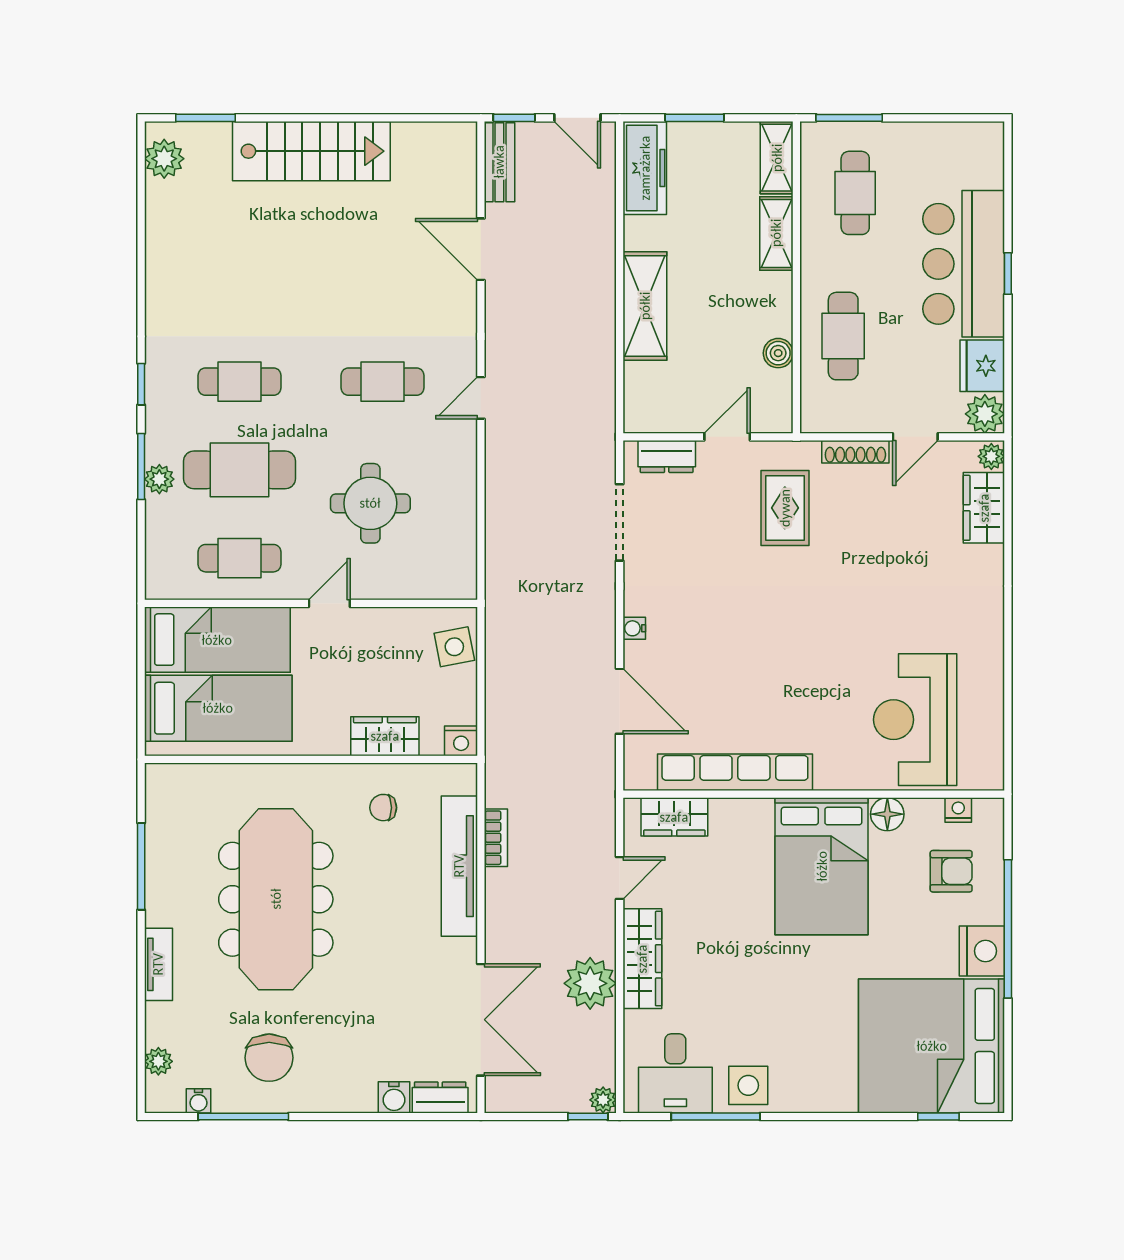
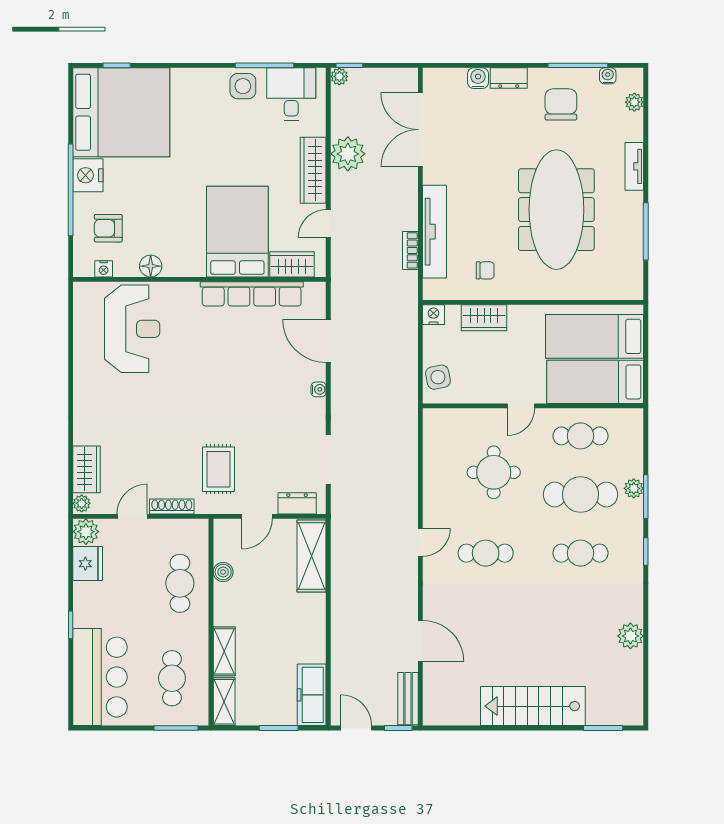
plant: (164, 159) -> (630, 636), moved
bar counter: (964, 264) -> (100, 677), moved
shelving: (645, 306) -> (312, 556), moved
bed: (822, 866) -> (237, 232), moved
dresser: (440, 1097) -> (509, 78), moved

